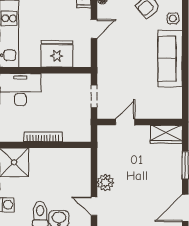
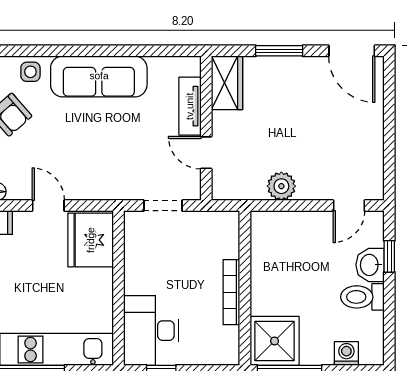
fridge: (57, 54) -> (91, 240), moved
tv unit: (153, 112) -> (190, 106), added
plant: (105, 183) -> (281, 186), moved

